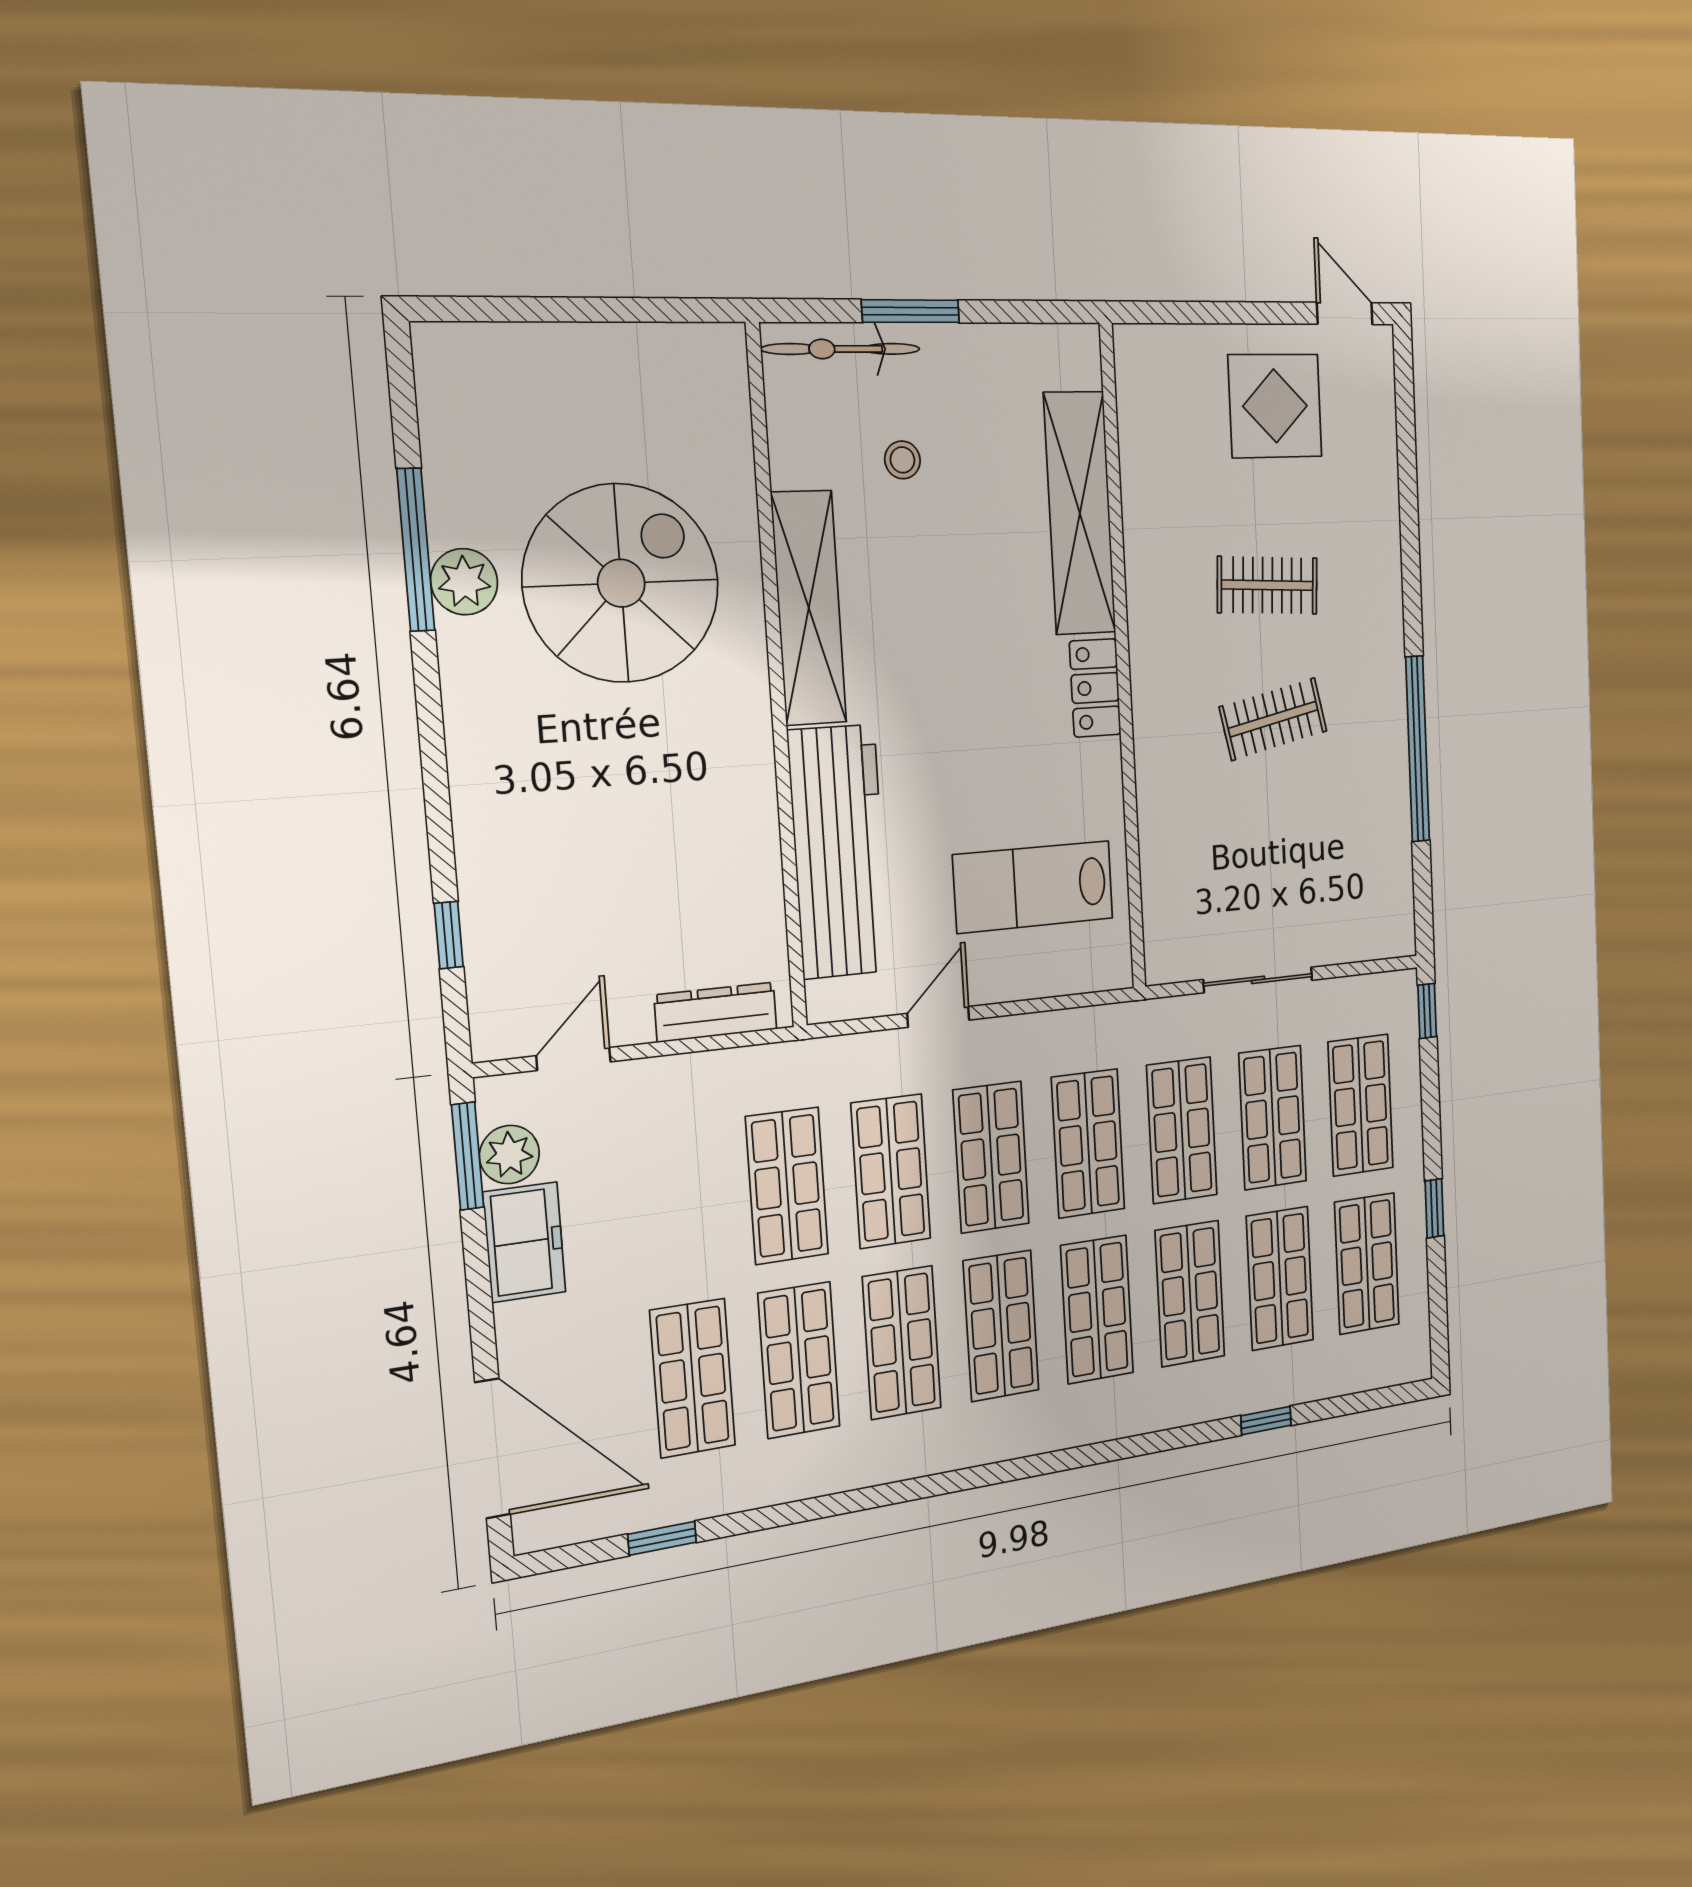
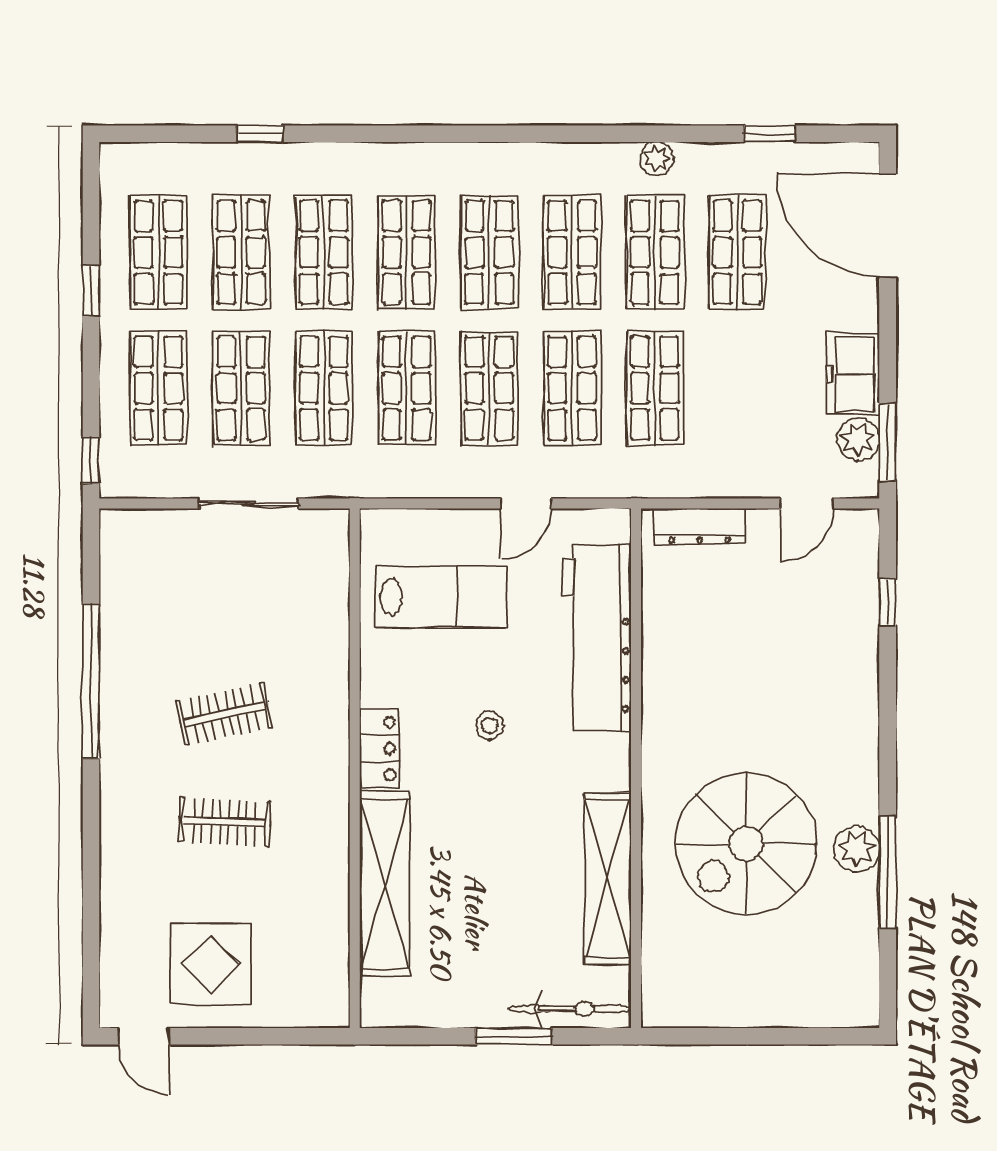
stool: (902, 460) -> (490, 725), moved
shelving: (809, 608) -> (608, 879), moved
plant: (805, 1479) -> (657, 159), added

